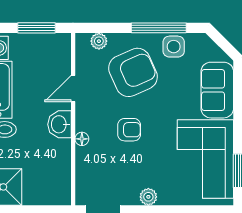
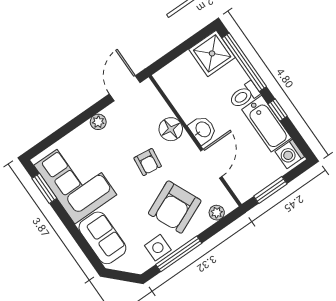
door: (73, 88) -> (211, 164), width x1.38
armchair: (129, 130) -> (148, 162), turned -83
floor lamp: (82, 139) -> (171, 129), width x1.89, depth x1.89

